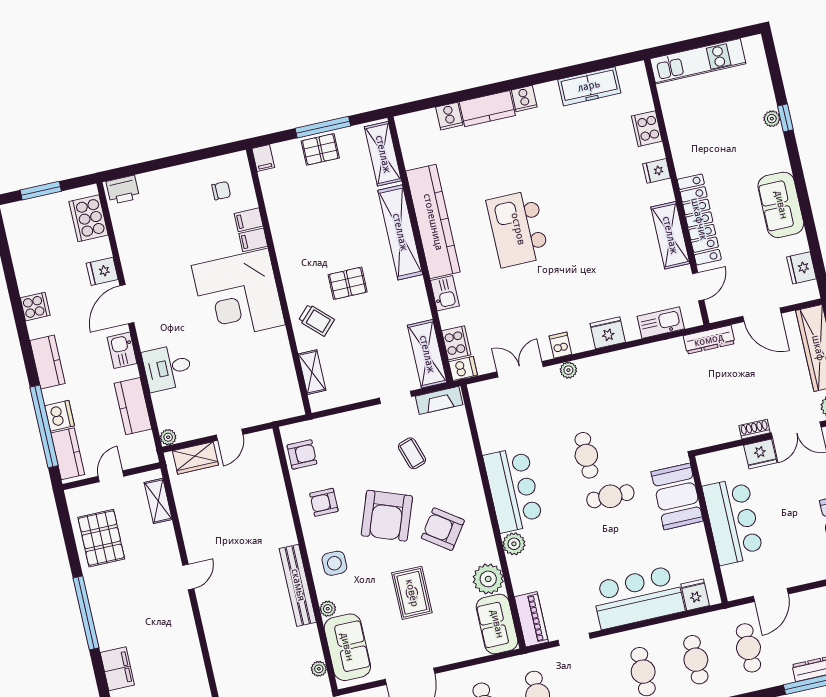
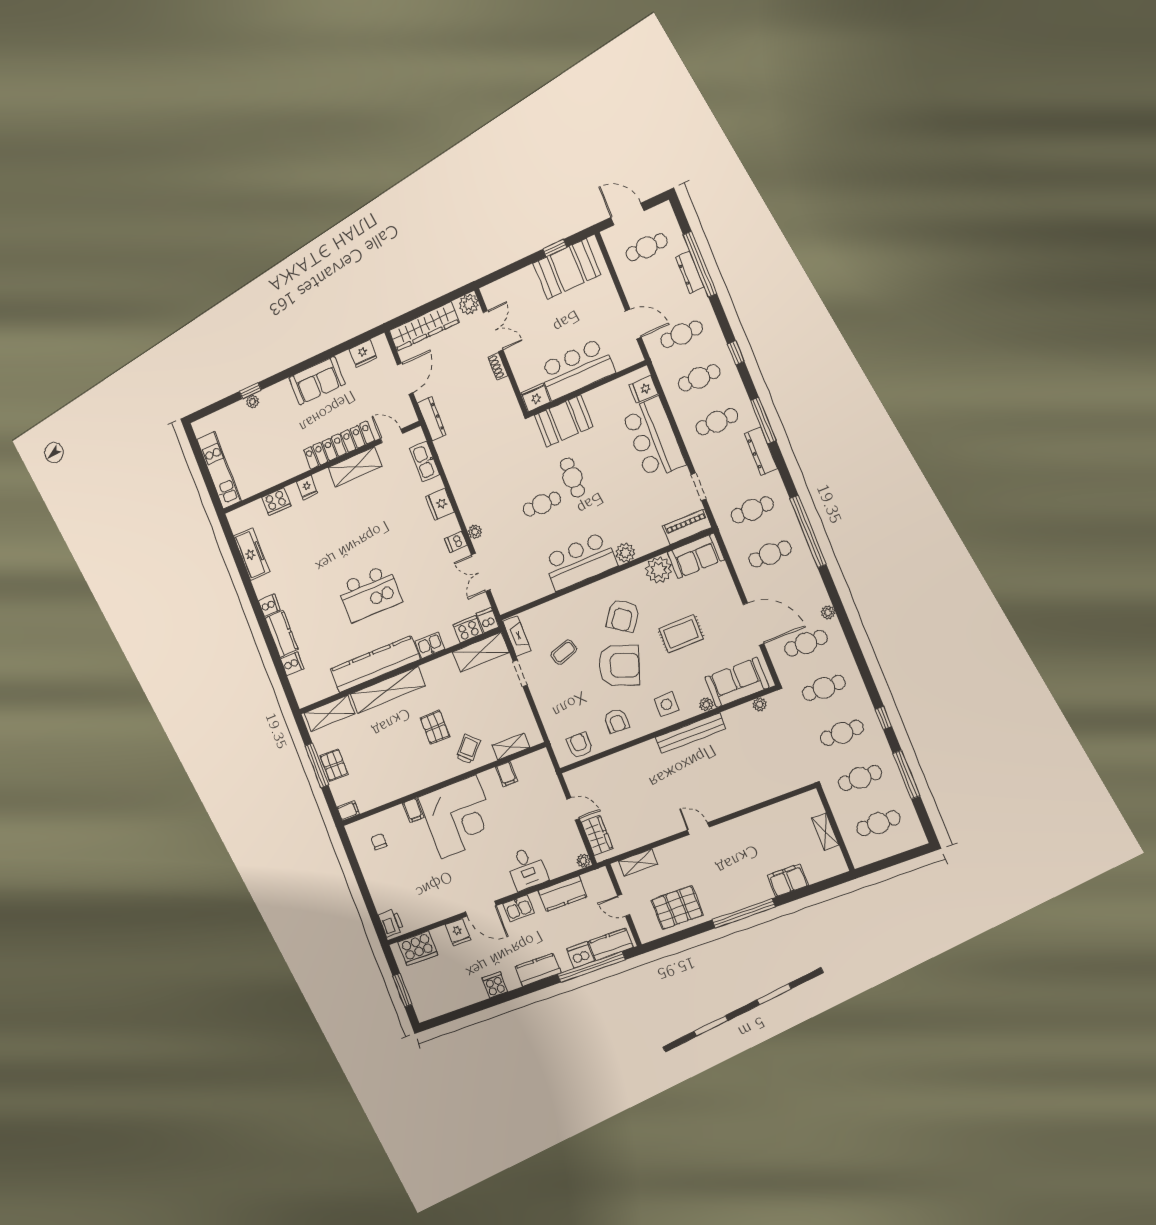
filing cabinet: (249, 220) -> (506, 774), moved
fridge: (760, 454) -> (536, 397), moved, turned -90

